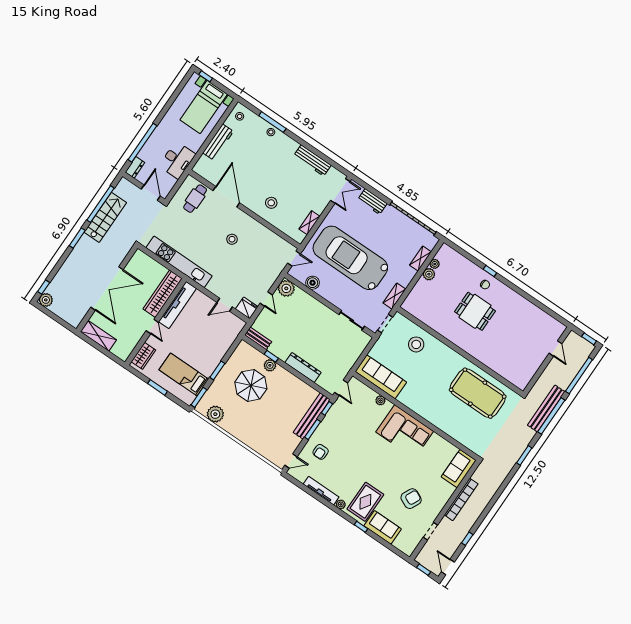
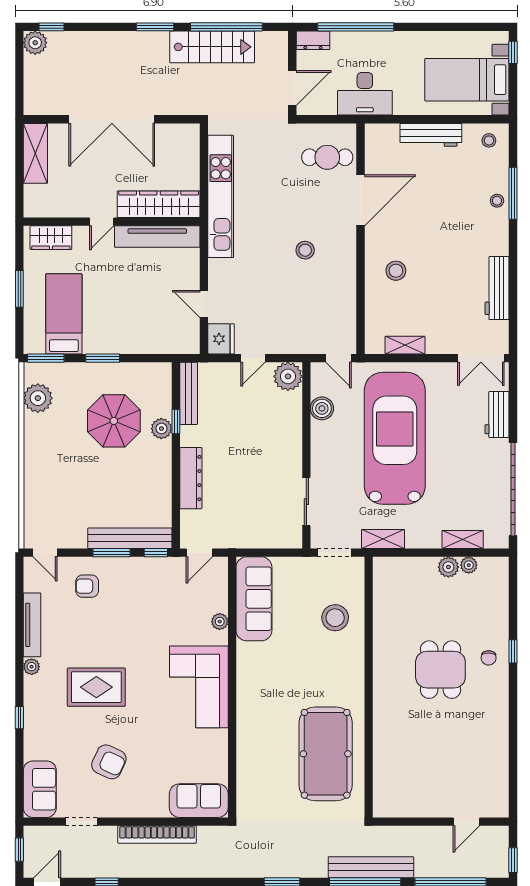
bench: (258, 338) -> (189, 393), width x1.36
rug: (365, 502) -> (96, 687), moved
sofa: (383, 527) -> (40, 789), moved

